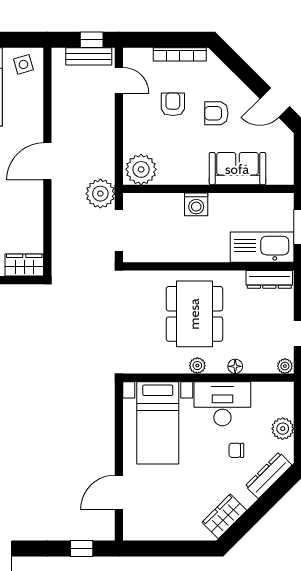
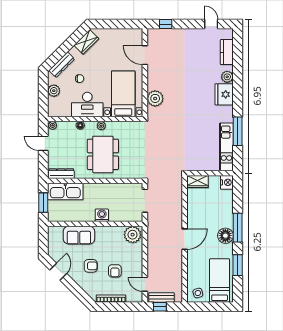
door: (275, 103) -> (58, 272), hinge flipped
plant: (100, 194) -> (155, 98), moved
door: (119, 493) -> (145, 55), swing flipped

